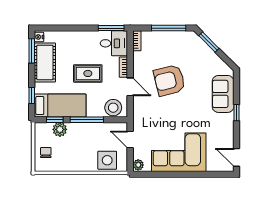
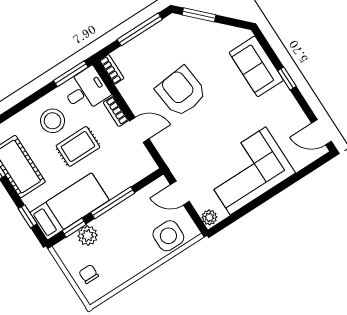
armchair: (169, 80) -> (181, 92), turned 98
stool: (113, 108) -> (53, 121), moved

